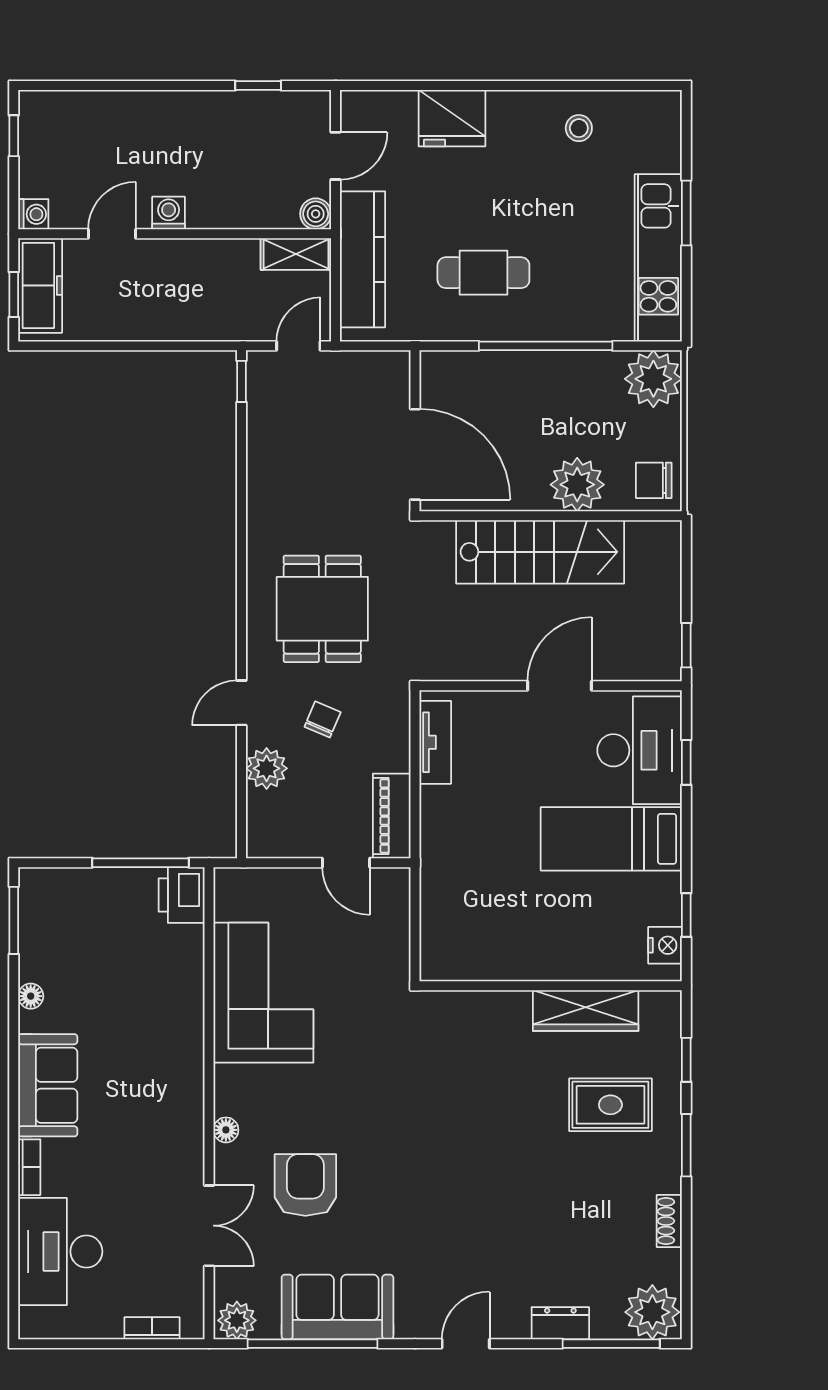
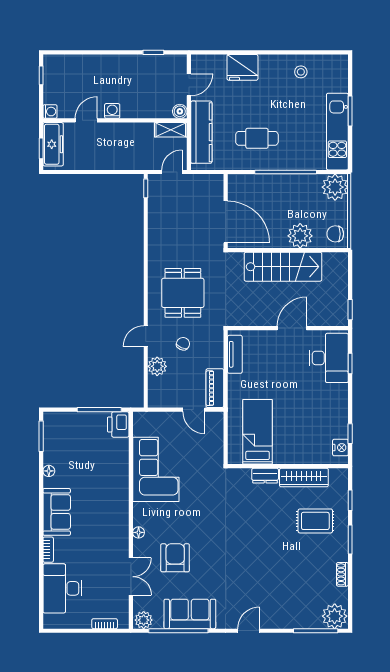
bed: (611, 839) -> (258, 432), moved, turned 90
dresser: (560, 1323) -> (265, 476), moved, turned 180

